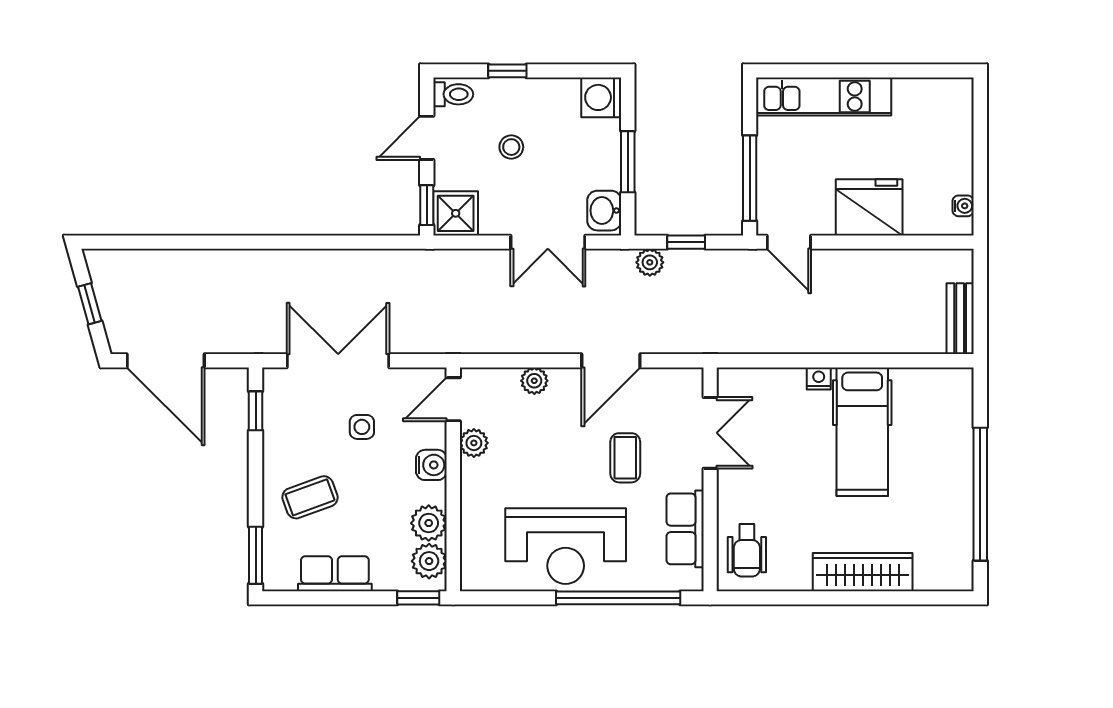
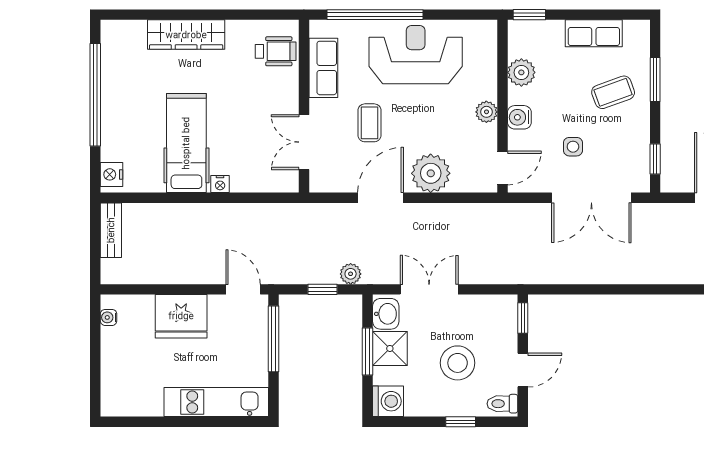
stool: (511, 147) -> (458, 363), width x1.89, depth x1.89
shower: (456, 213) -> (390, 348), moved
plant: (534, 381) -> (431, 173), width x1.88, depth x1.88
nightstand: (959, 391) -> (112, 174), added
plant: (474, 443) -> (486, 112), moved
wheelchair: (747, 550) -> (276, 51), turned 90
window: (256, 555) -> (655, 79), moved
plant: (429, 561) -> (521, 43), removed

